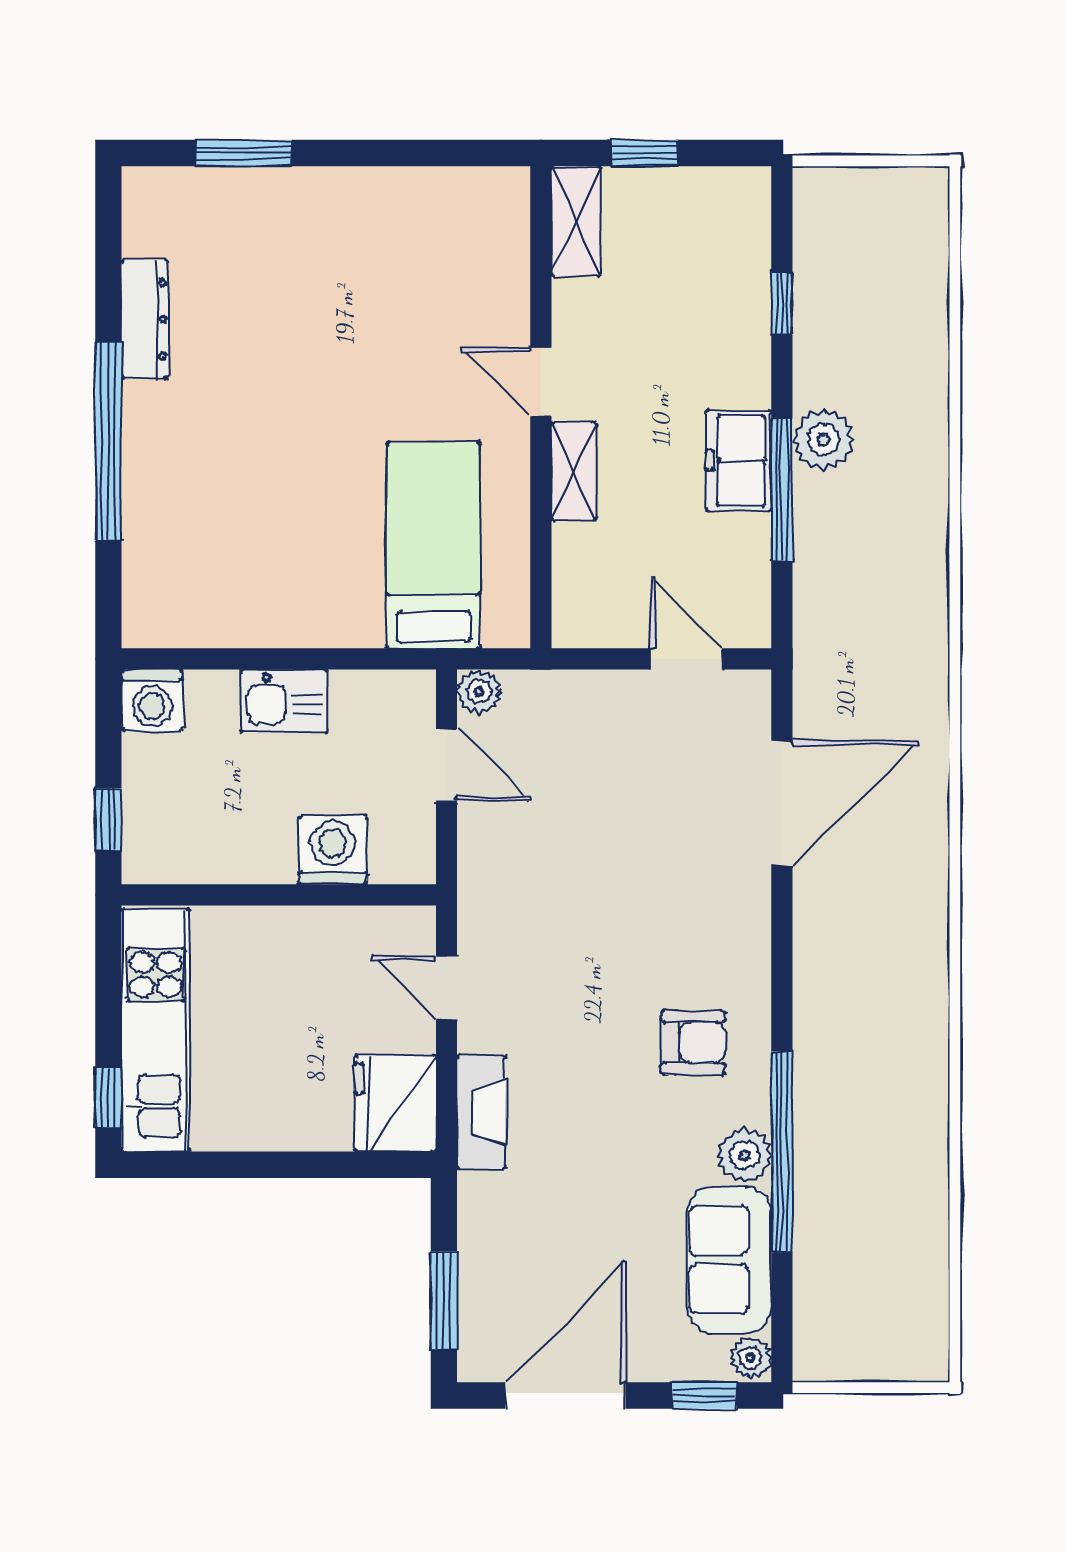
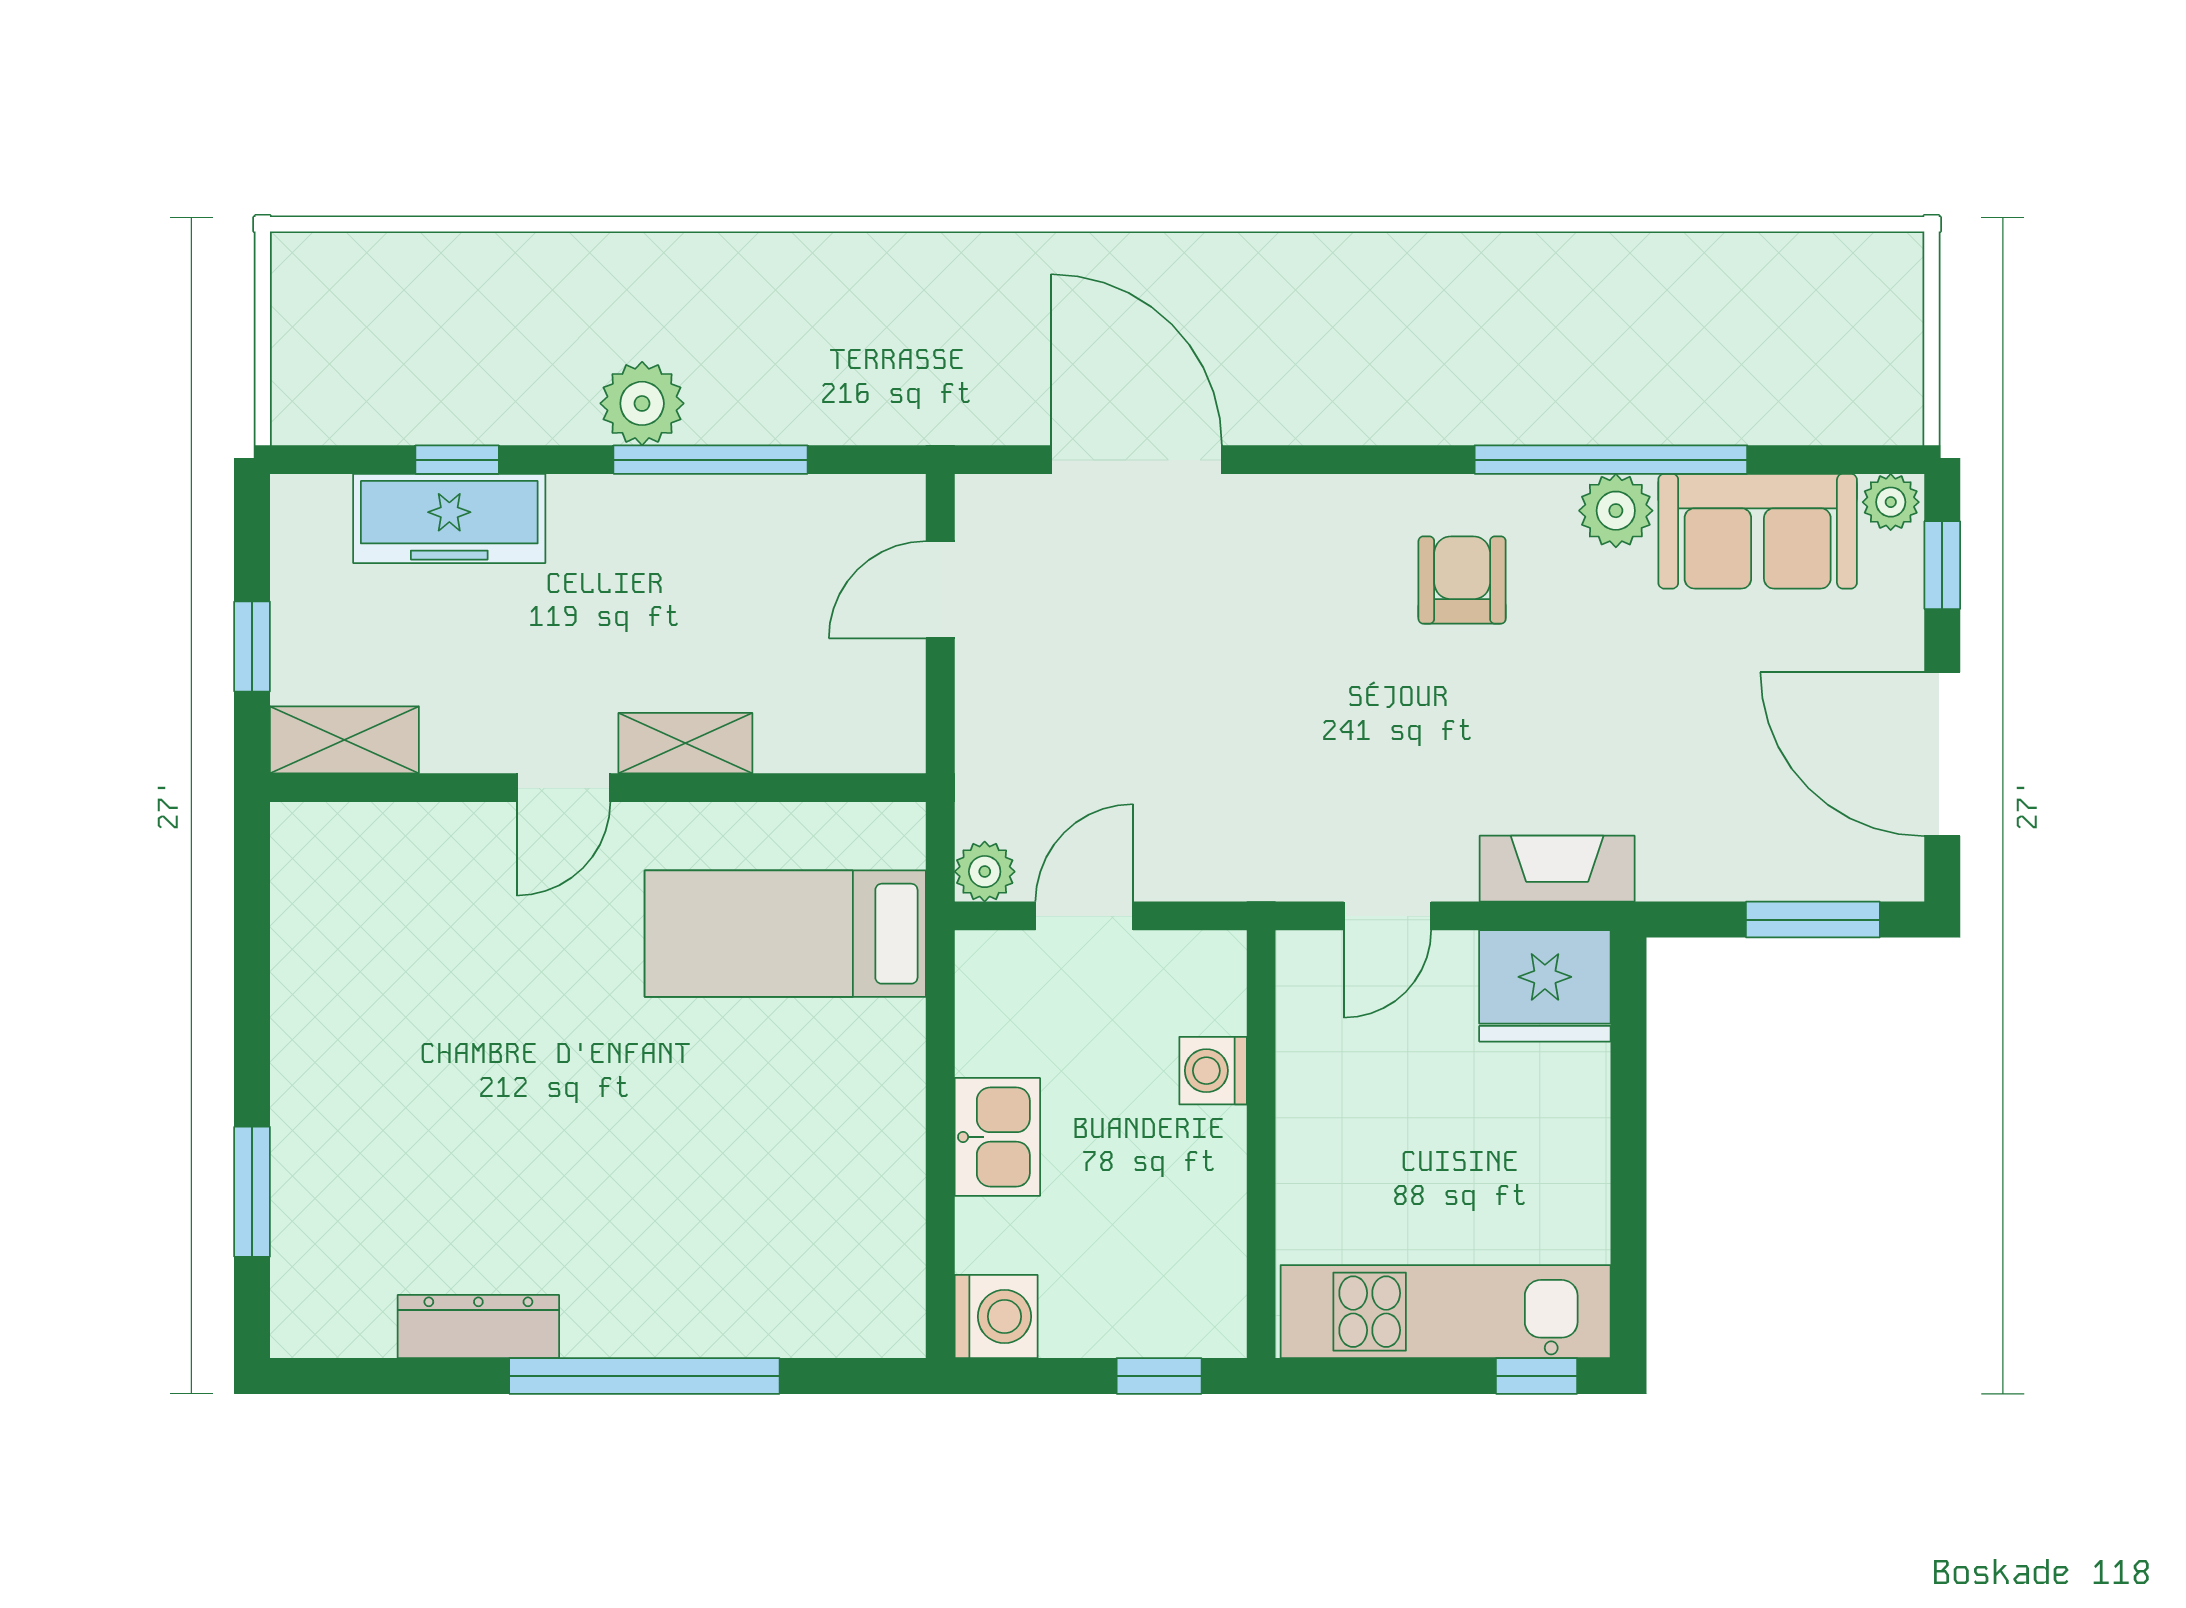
freezer: (739, 461) -> (449, 518), moved, width x1.40
washing machine: (333, 850) -> (1213, 1071), width x0.73, depth x0.73

